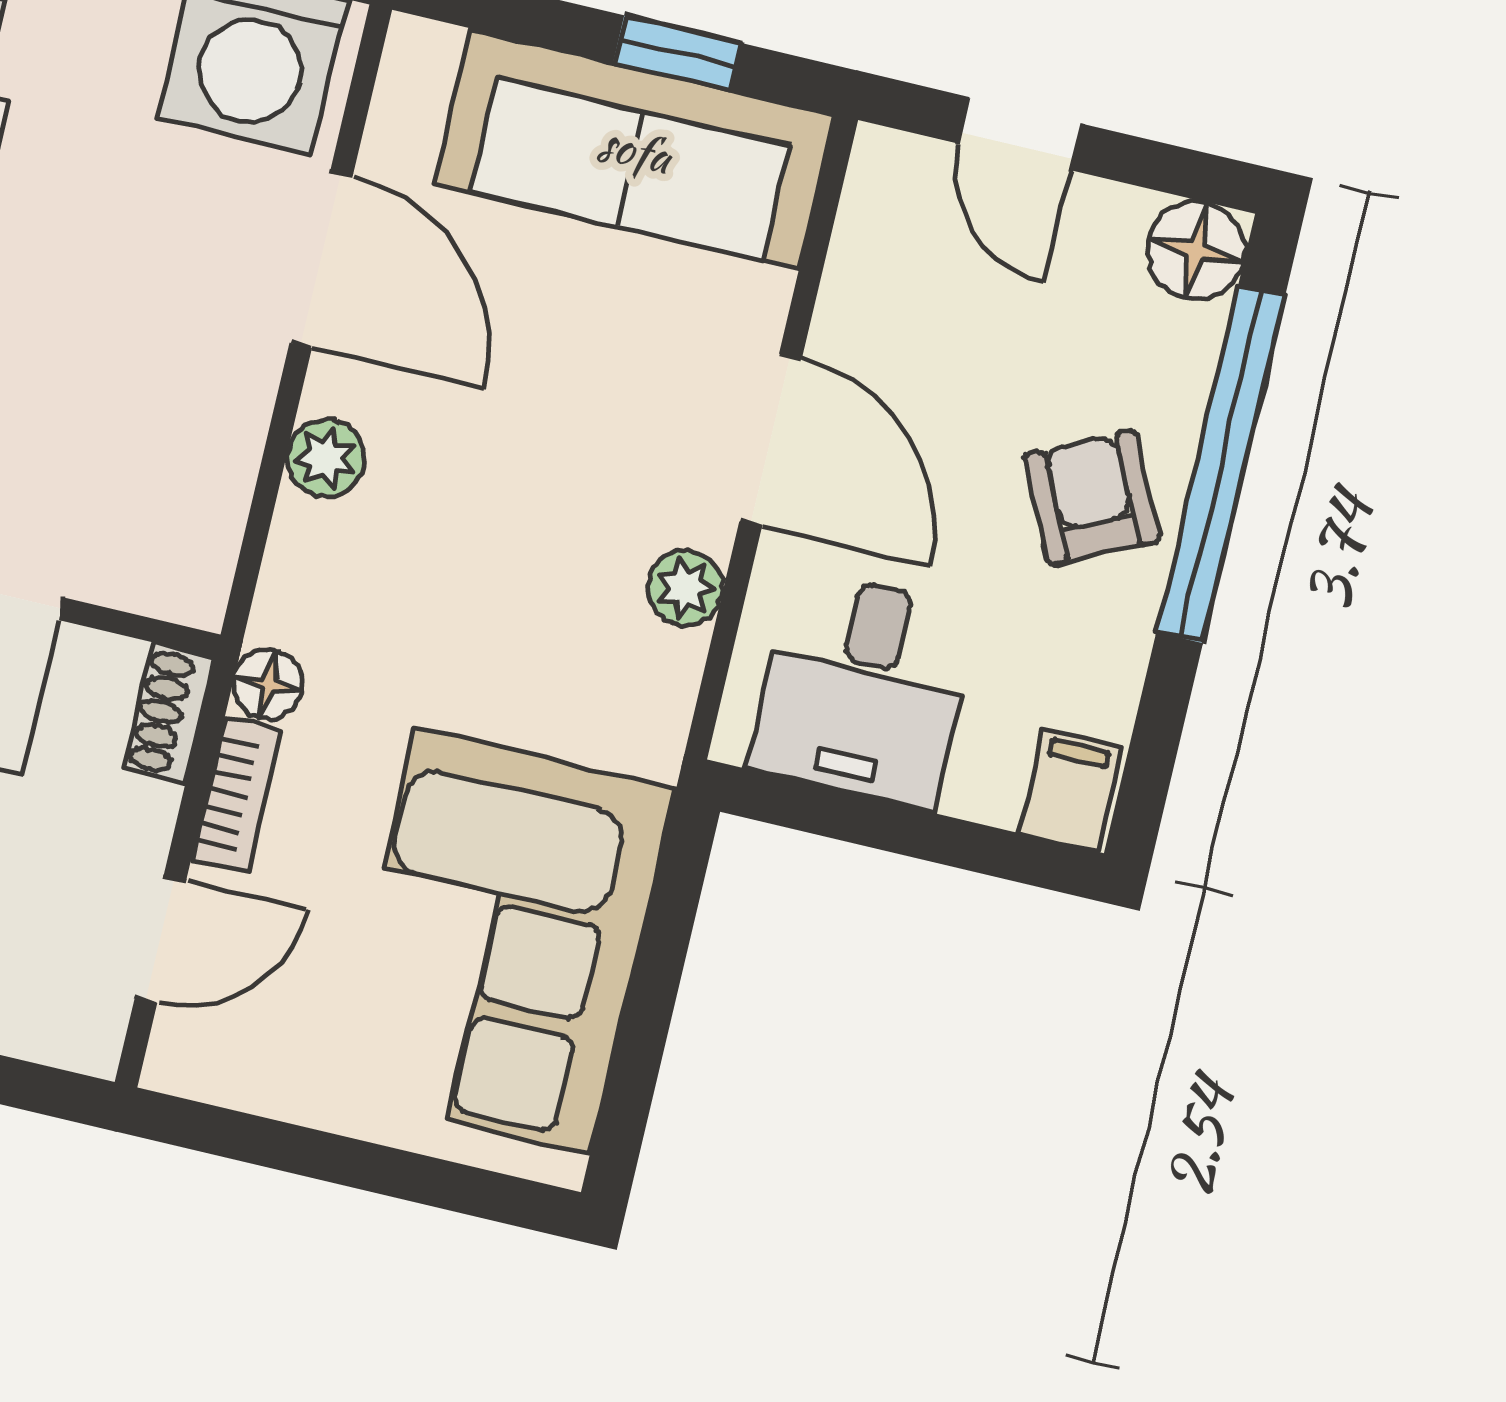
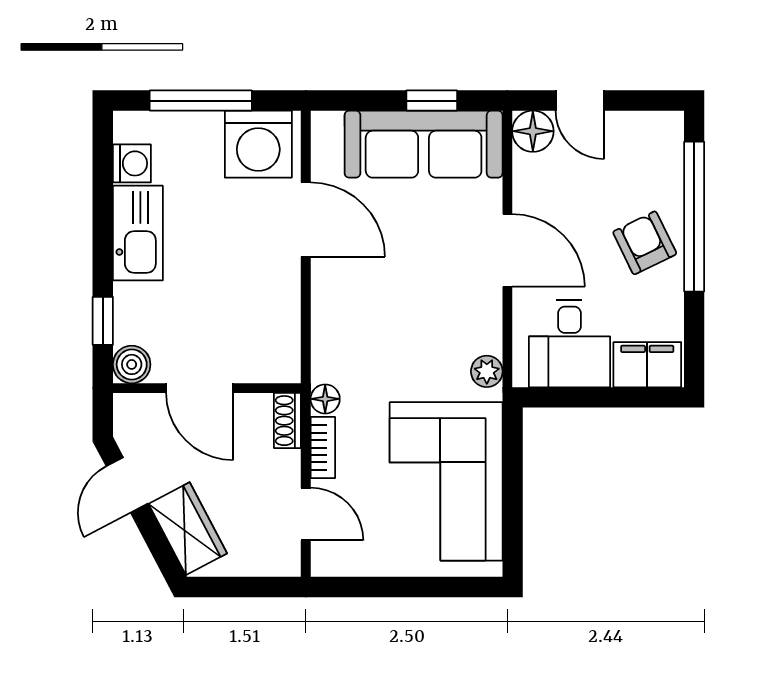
floor lamp: (1196, 250) -> (533, 131), moved
plant: (326, 458) -> (327, 301), removed
plant: (685, 588) -> (487, 371), moved
filing cabinet: (1071, 790) -> (647, 365), width x2.00
door: (160, 940) -> (306, 514), hinge flipped

